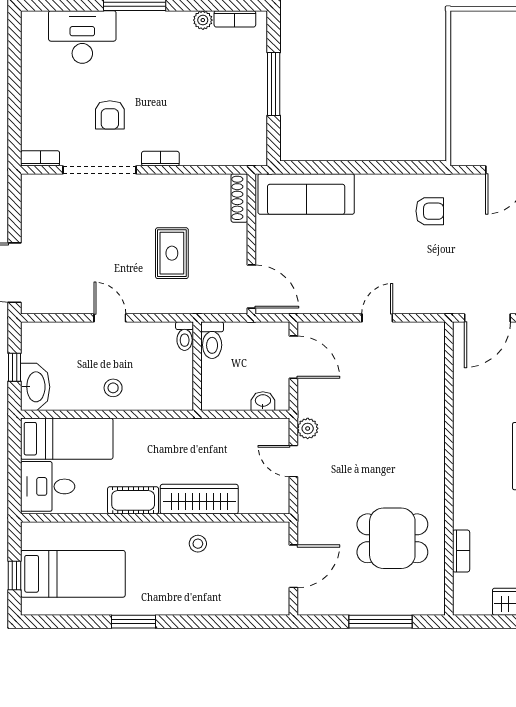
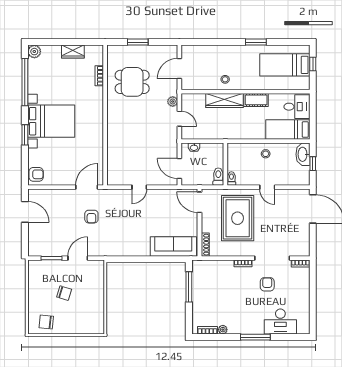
window: (274, 84) -> (189, 287), moved
armchair: (430, 211) -> (91, 217), moved, turned -90
rug: (172, 253) -> (238, 218), width x1.86, depth x2.06
plant: (308, 428) -> (173, 101), moved
window: (381, 622) -> (138, 42), width x0.69

